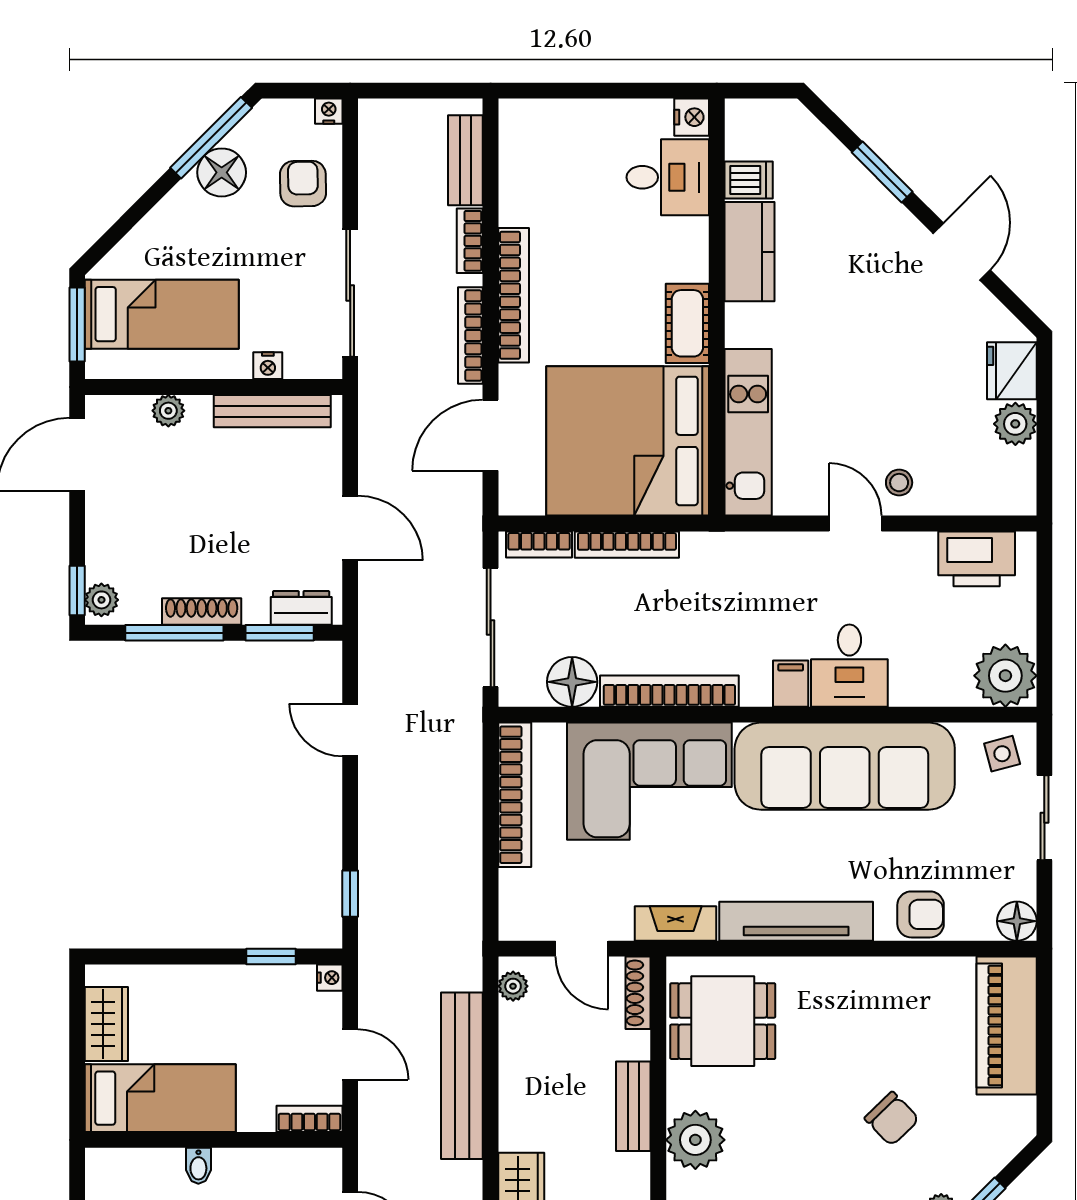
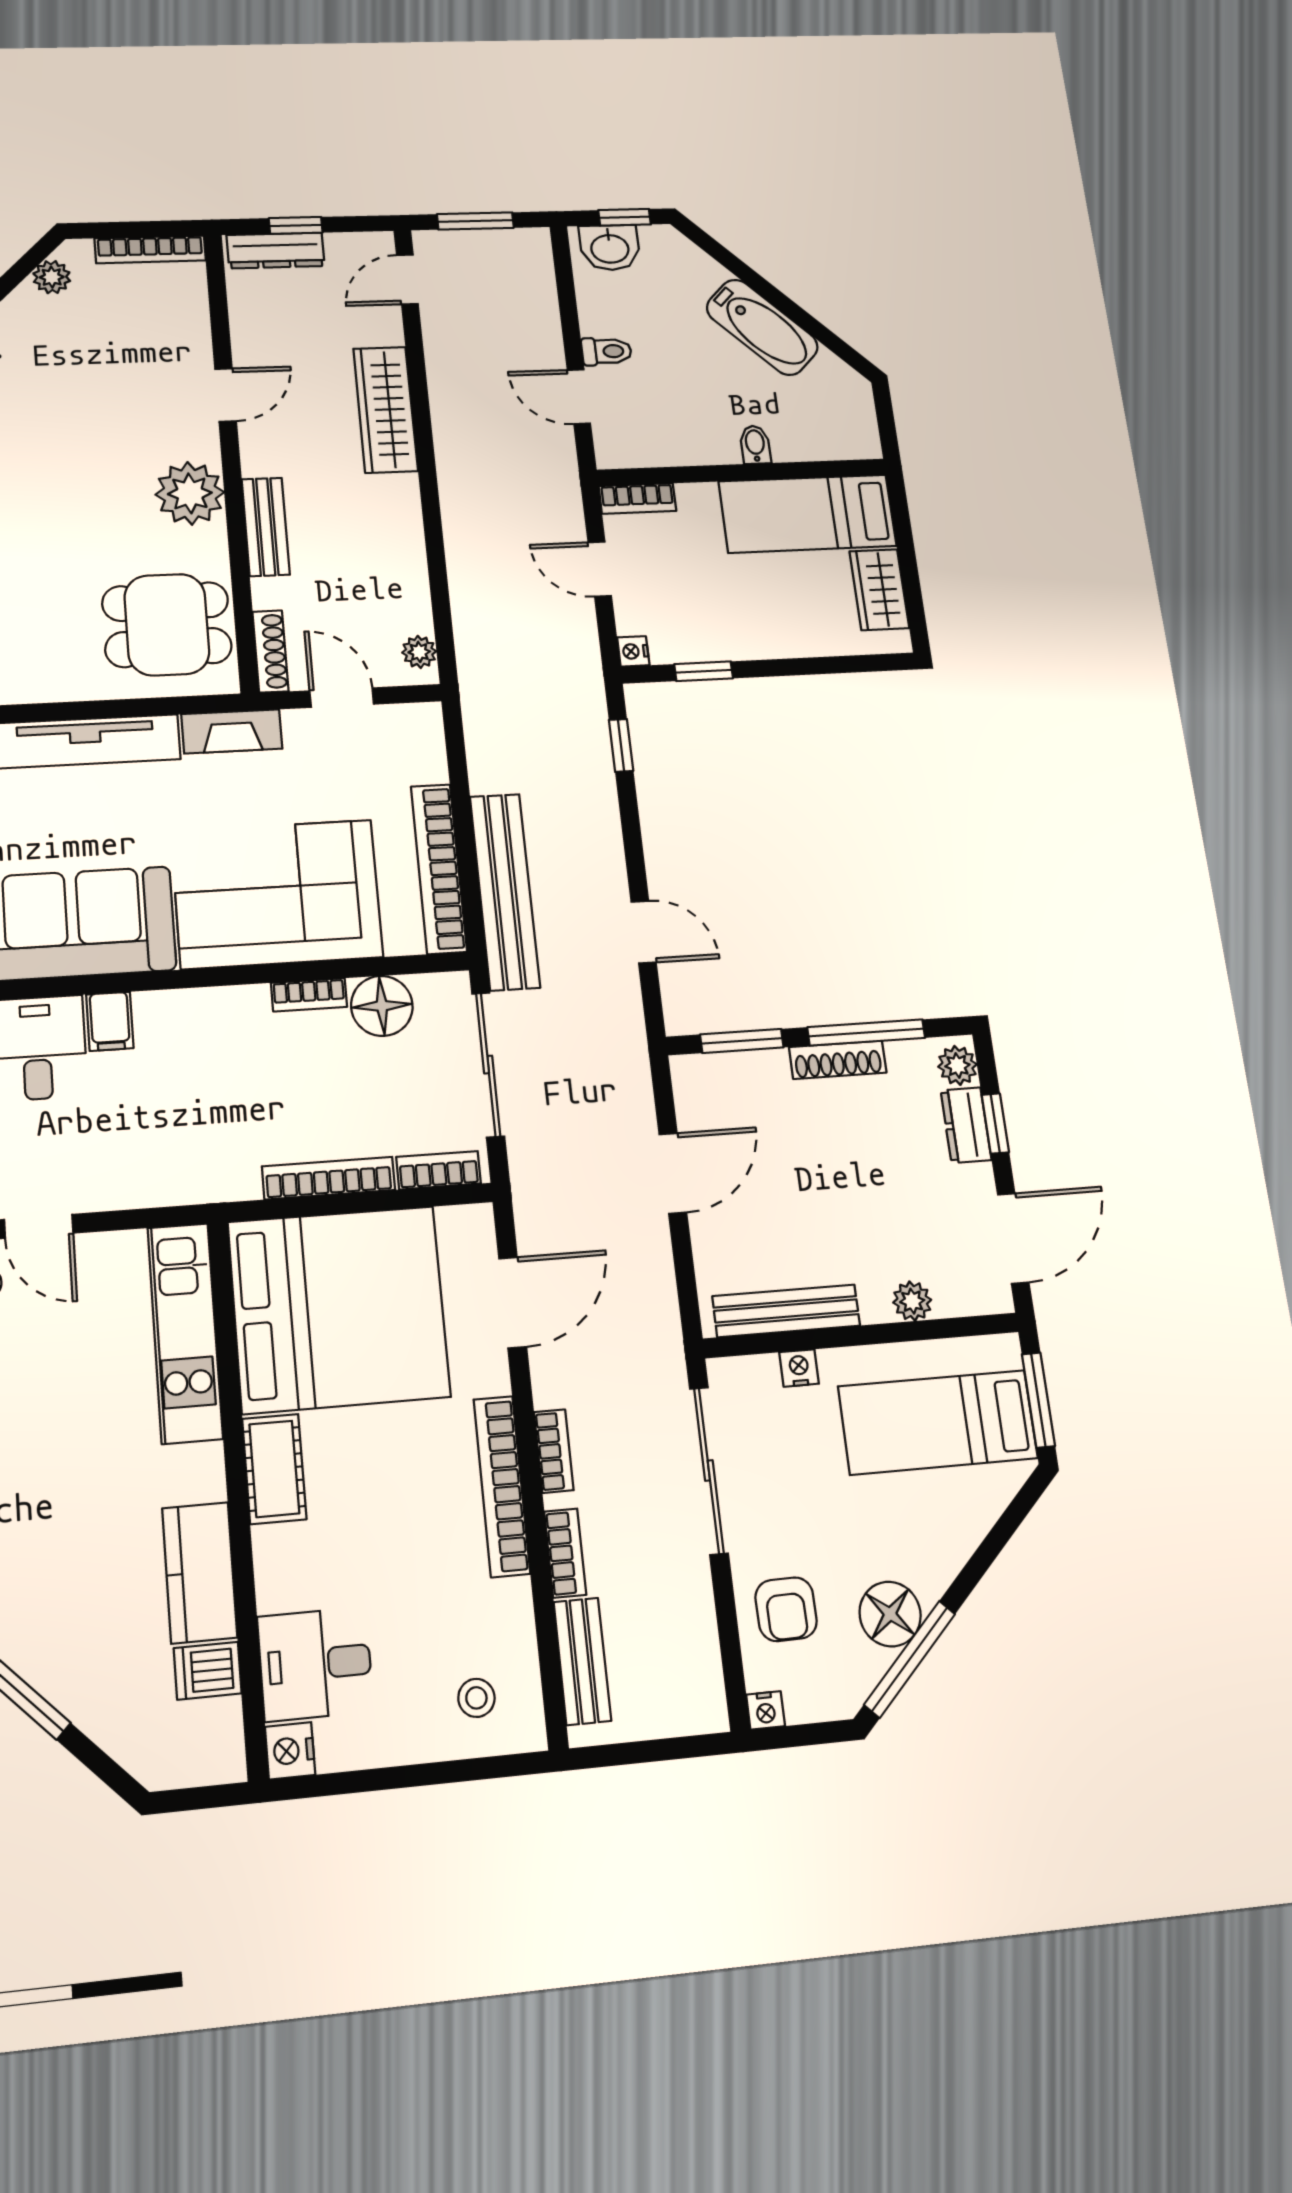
stool: (549, 141) -> (476, 1698), added
bookcase: (470, 336) -> (554, 1451), width x0.64
door: (350, 528) -> (673, 1173), swing flipped
window: (77, 590) -> (995, 1123), moved
dresser: (301, 608) -> (966, 1125), moved, turned 90
bookcase: (669, 691) -> (309, 995), width x0.43, depth x0.76
bench: (462, 1076) -> (505, 891), moved

